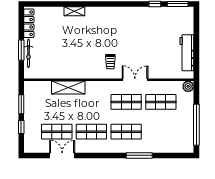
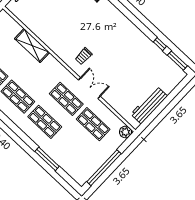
window: (139, 155) -> (47, 159), moved

